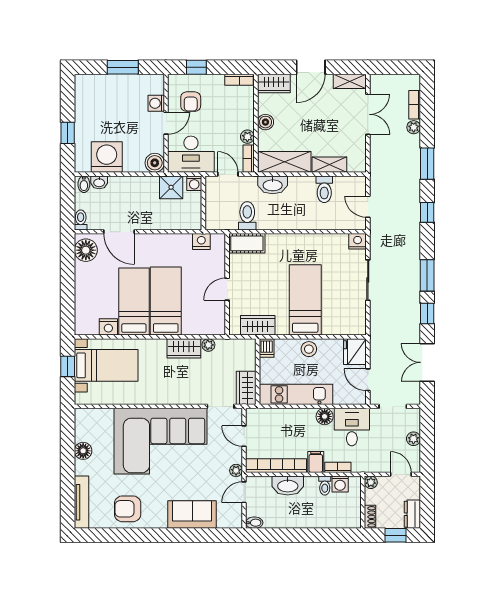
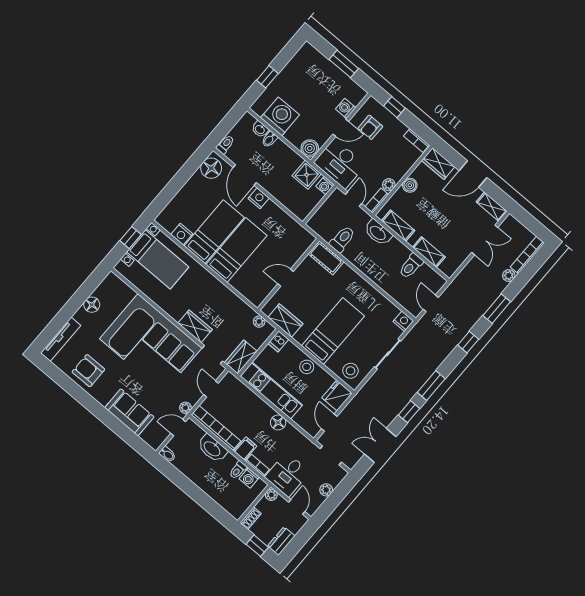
bookcase: (415, 105) -> (527, 255), width x1.56
shelving: (285, 162) -> (398, 226), width x0.67, depth x0.75
bidet: (84, 184) -> (269, 139), moved
nightstand: (201, 241) -> (259, 198), moved
stool: (349, 321) -> (350, 371), added
plant: (208, 345) -> (259, 322), moved
wardrobe: (184, 348) -> (195, 326), moved, turned 180
desk: (352, 427) -> (287, 474), moved, turned 180

